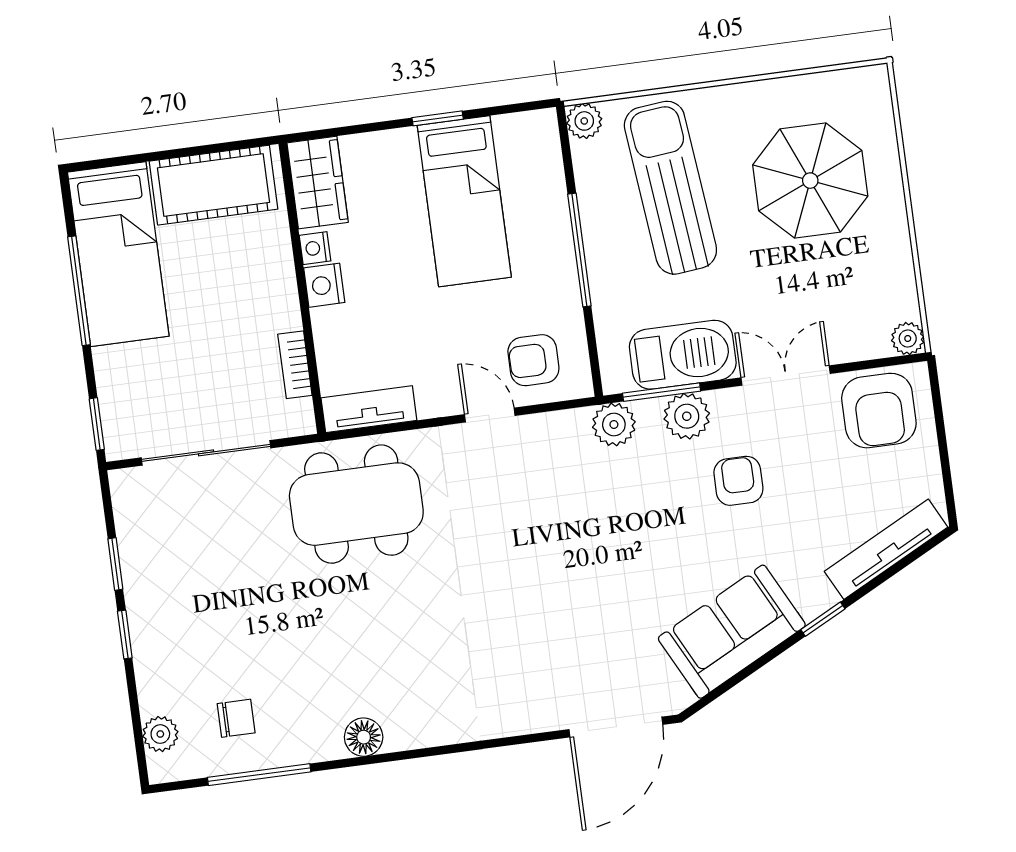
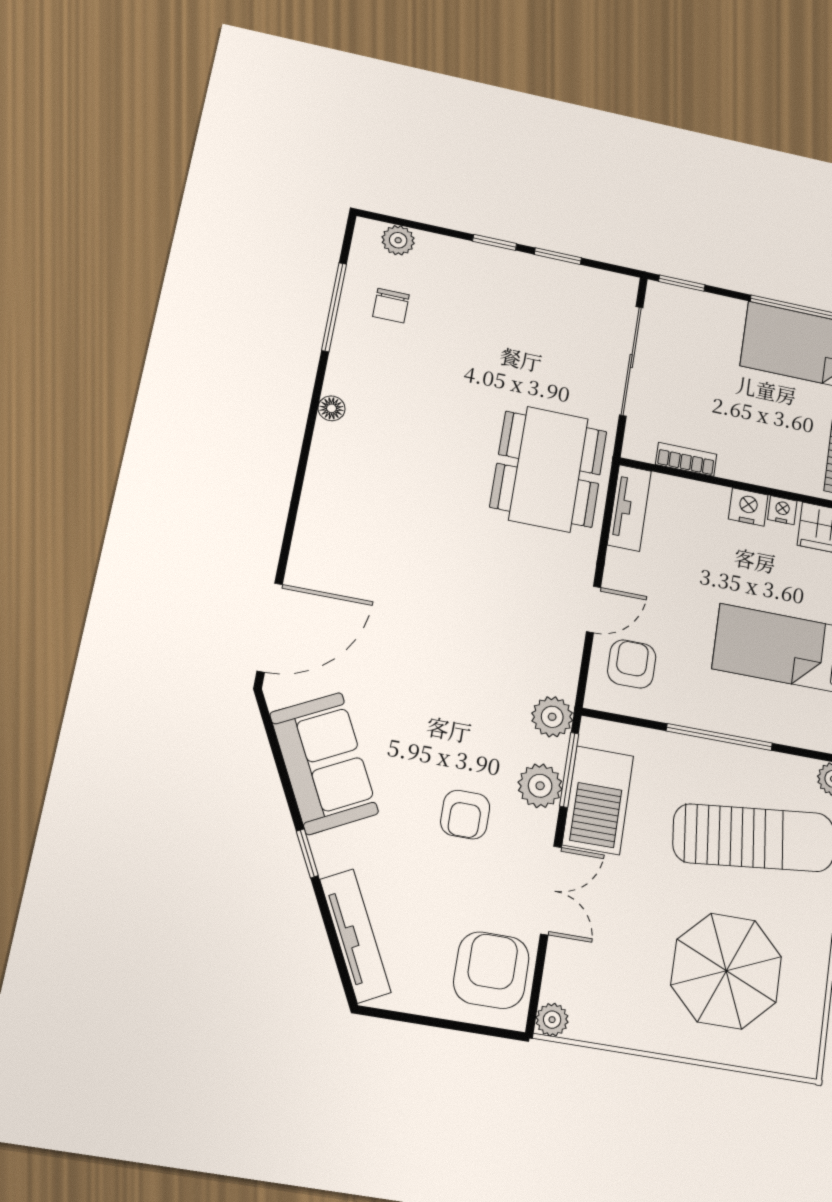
armchair: (879, 411) -> (491, 970), turned 90
armchair: (738, 481) -> (465, 815), turned 90
door: (616, 727) -> (270, 627), swing flipped
floor lamp: (364, 737) -> (332, 408), width x0.73, depth x0.73

